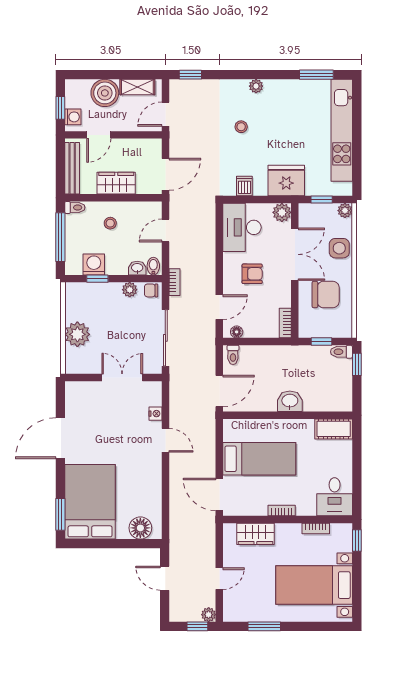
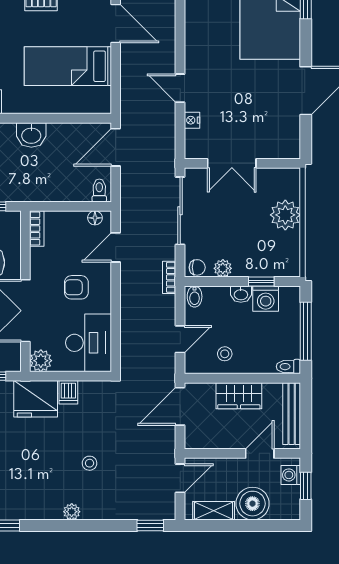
dishwasher: (244, 186) -> (68, 392), moved
stool: (110, 223) -> (225, 354), moved
washbasin: (137, 268) -> (241, 294), moved

